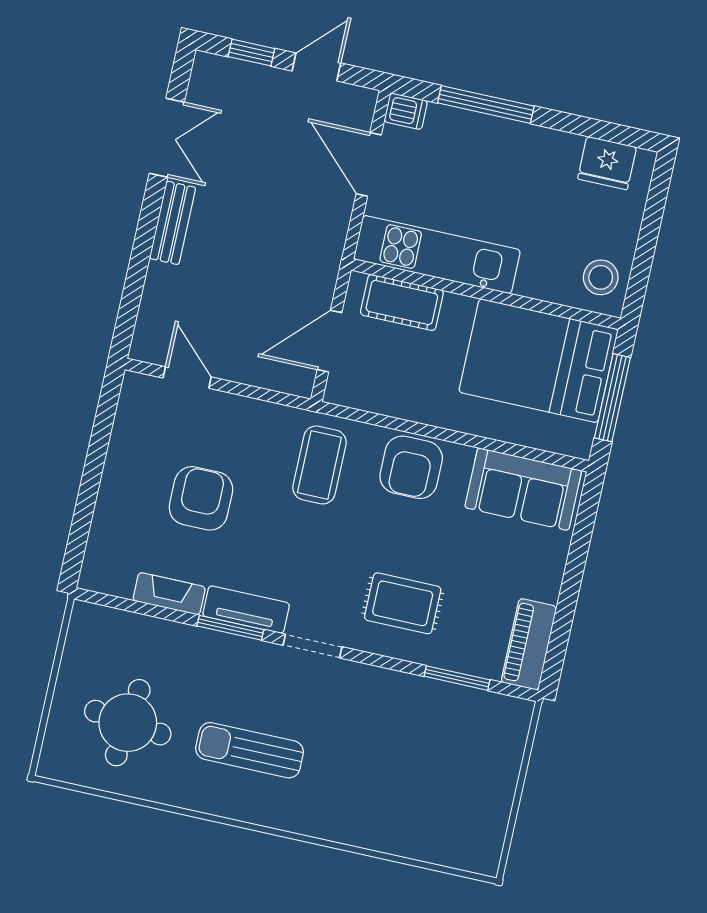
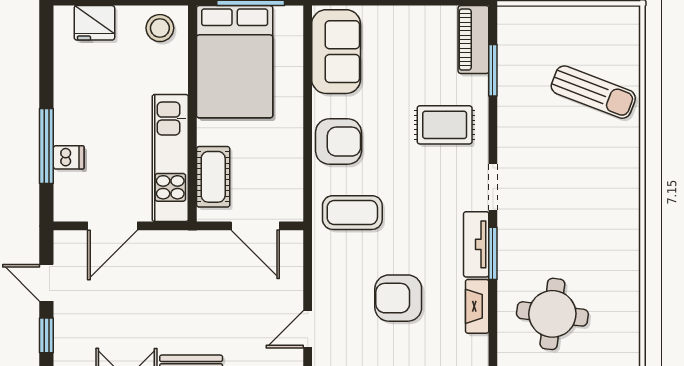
dishwasher: (406, 111) -> (69, 157), moved, turned 90
fridge: (607, 163) -> (94, 23), moved, turned 90
rug: (403, 603) -> (445, 125), turned 90
piano: (529, 644) -> (473, 40), moved, turned 90
round table: (128, 723) -> (552, 314), moved
sun lounger: (250, 750) -> (593, 92), moved, turned -69

